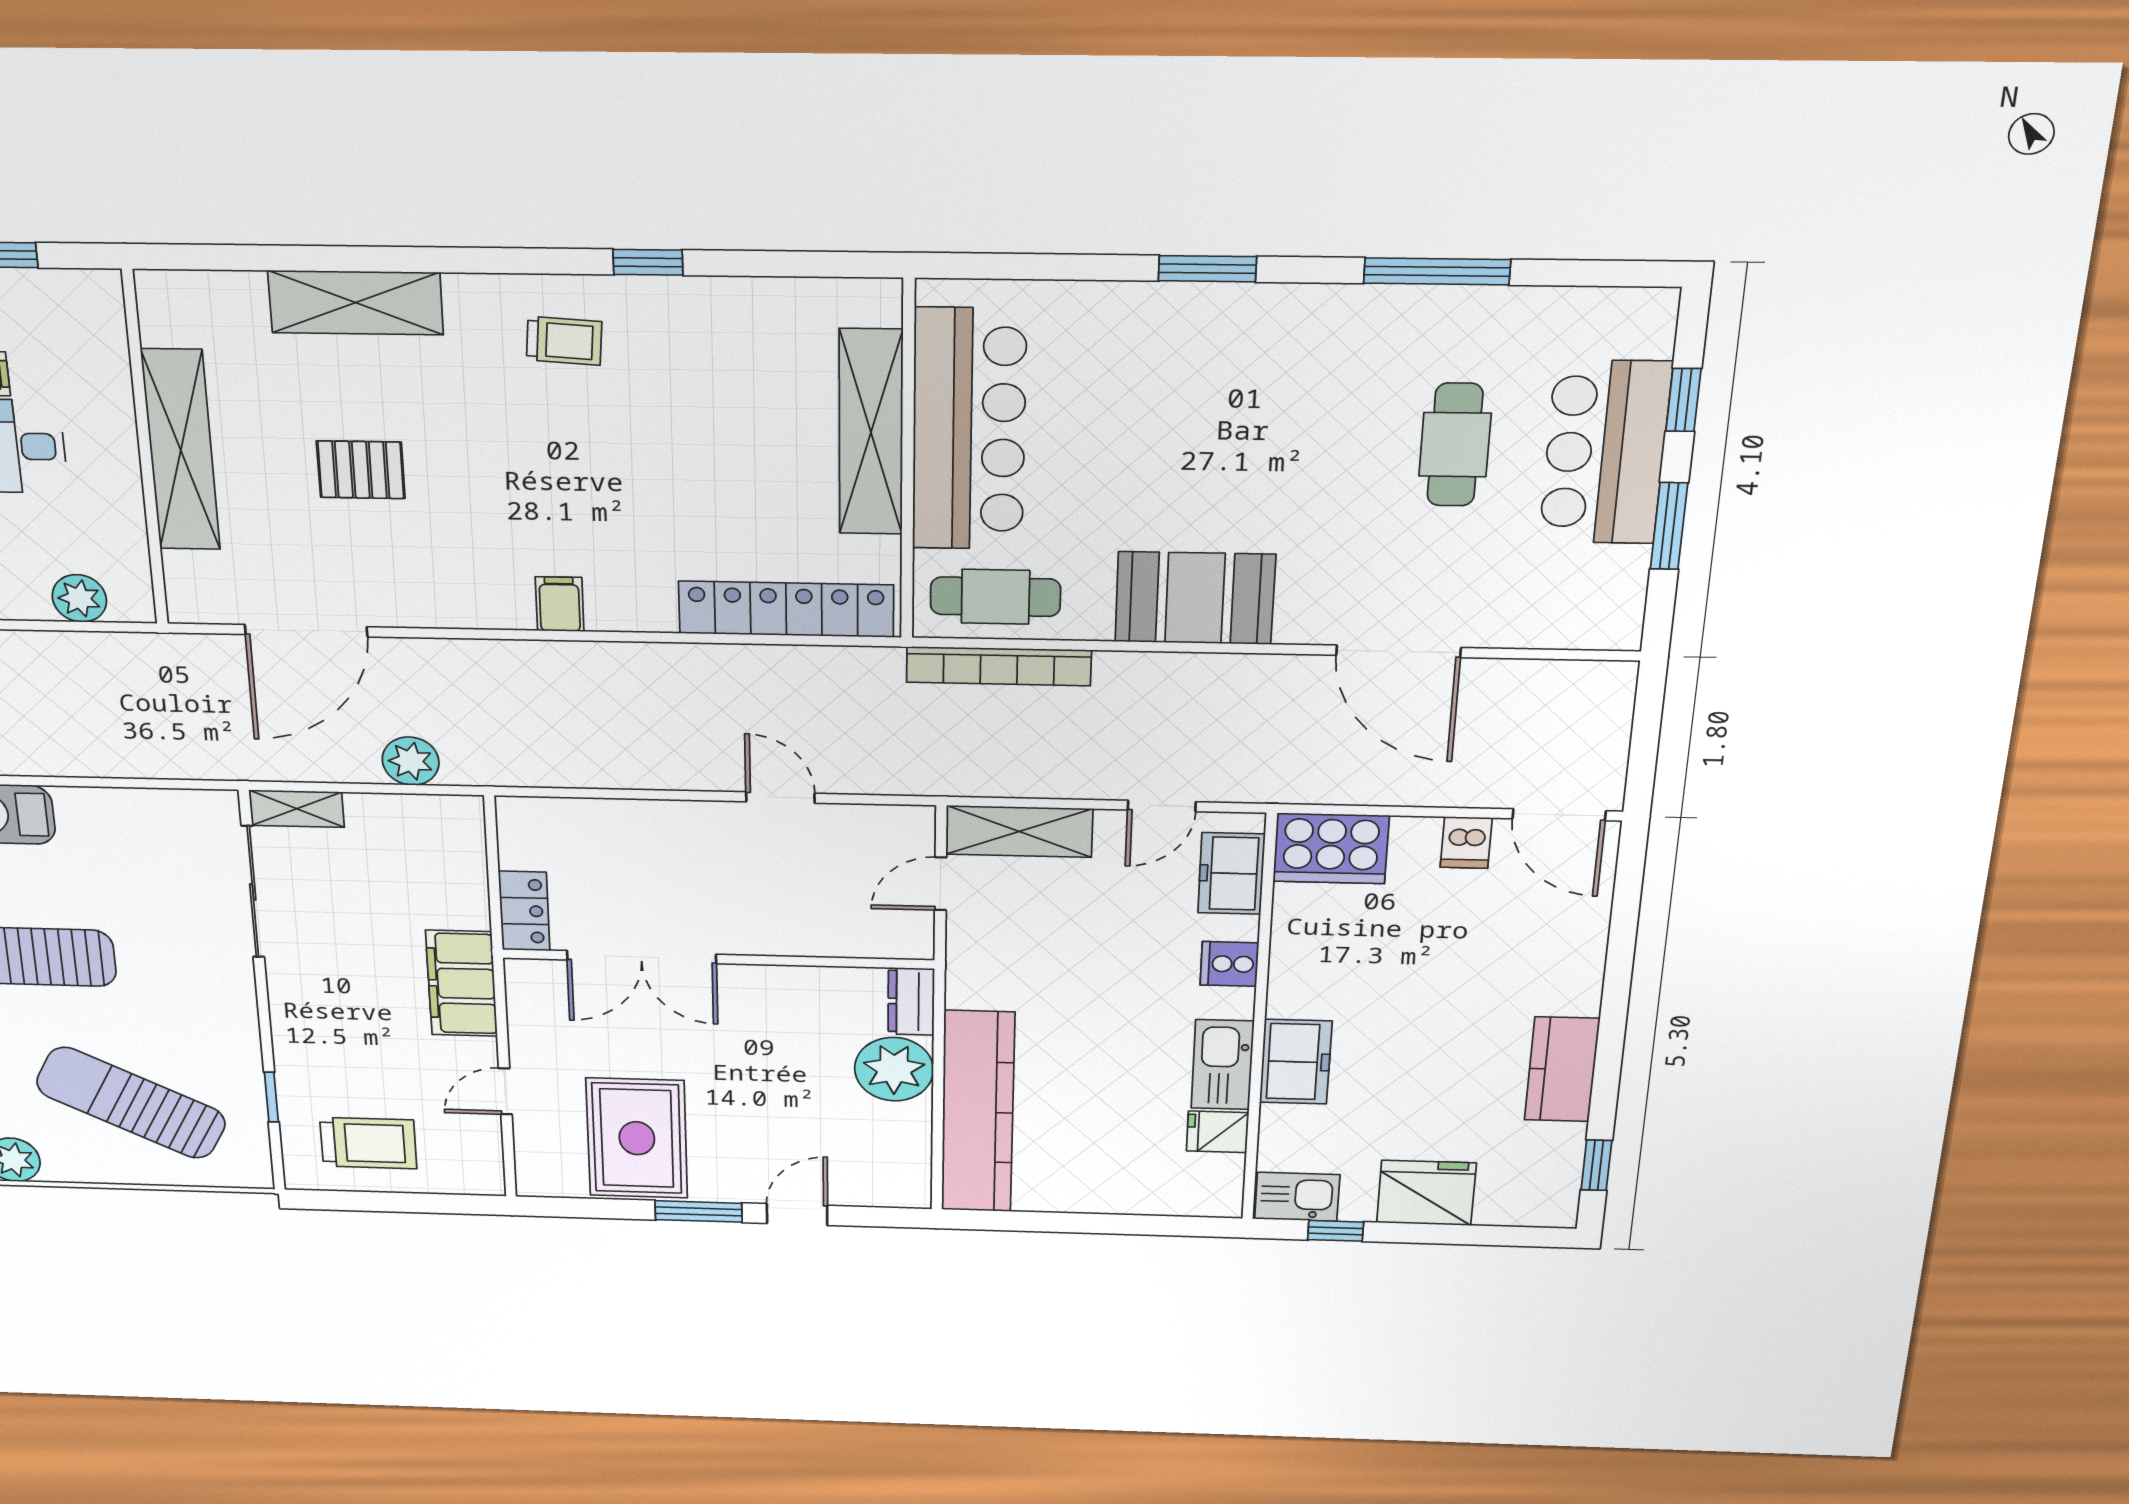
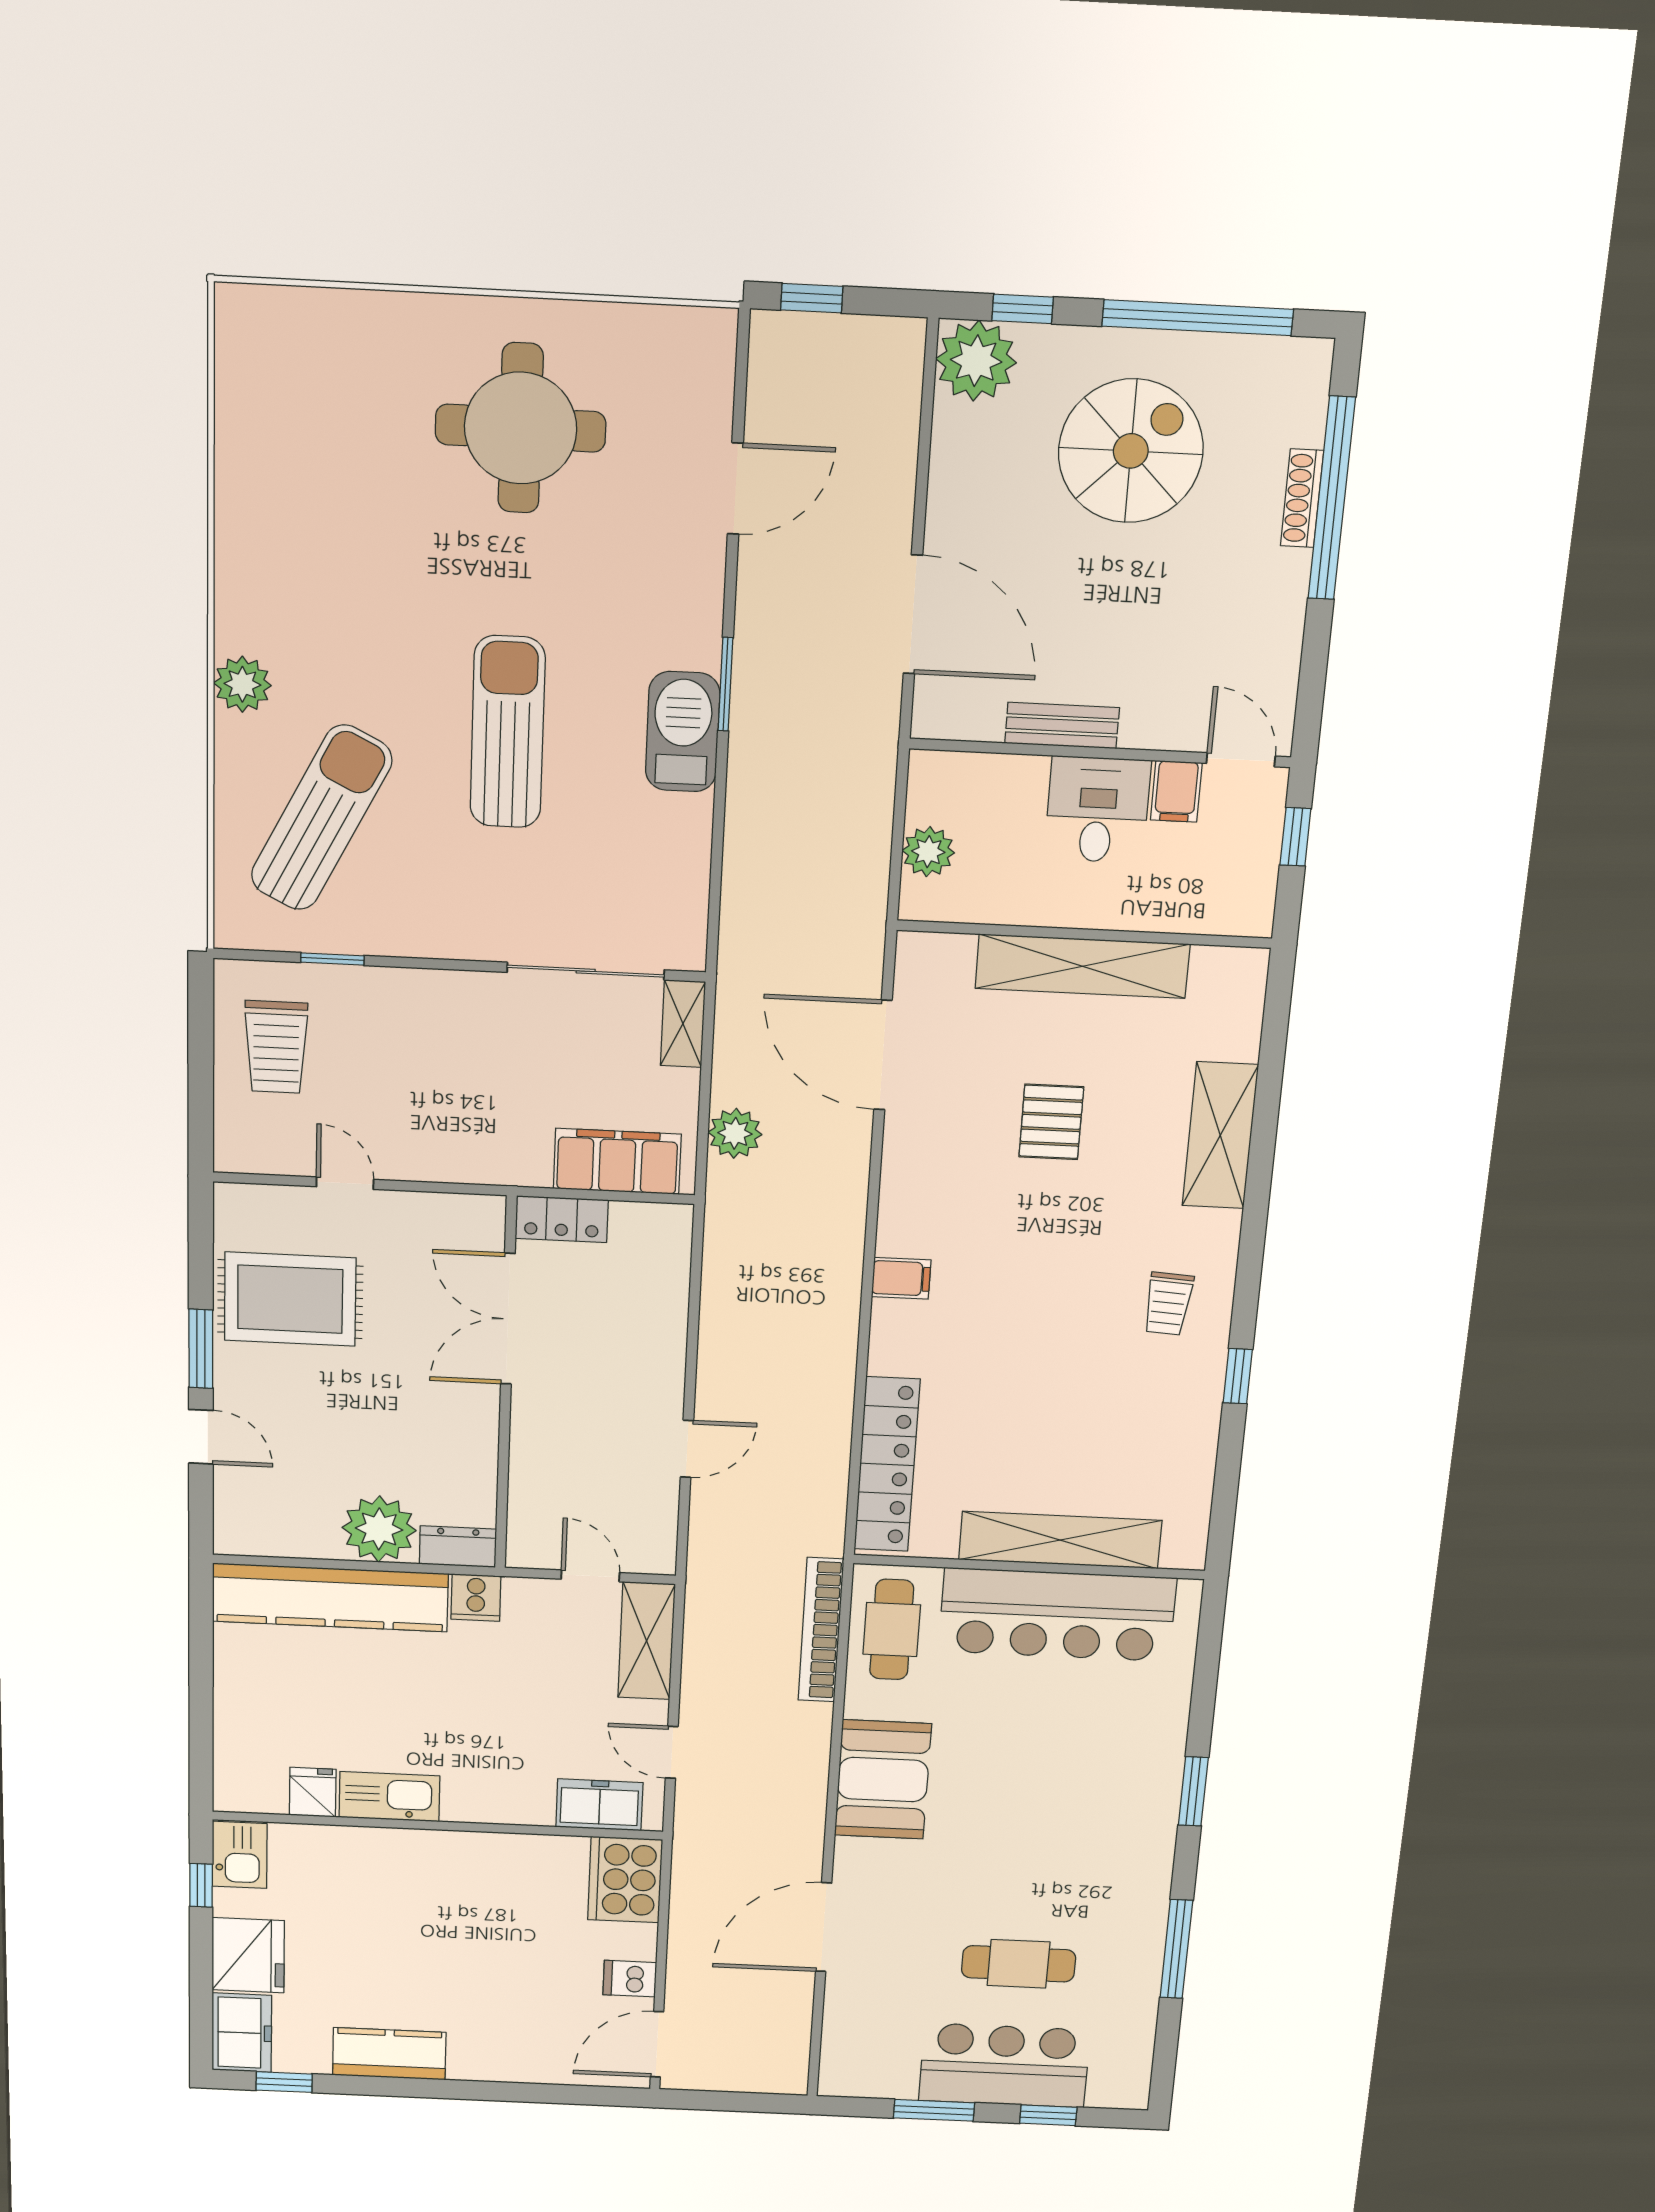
cooker: (1229, 964) -> (476, 1598), moved, turned 180
filing cabinet: (462, 983) -> (617, 1161), moved
freezer: (1296, 1062) -> (242, 2033), moved, turned -90

